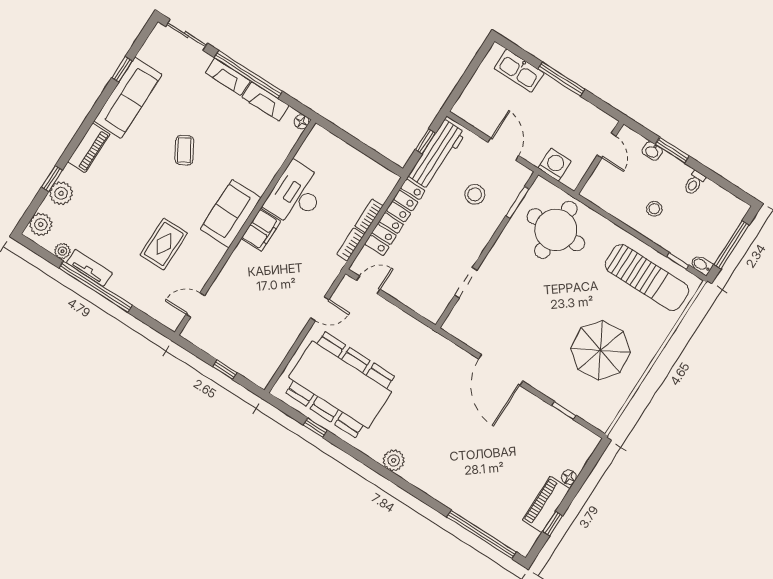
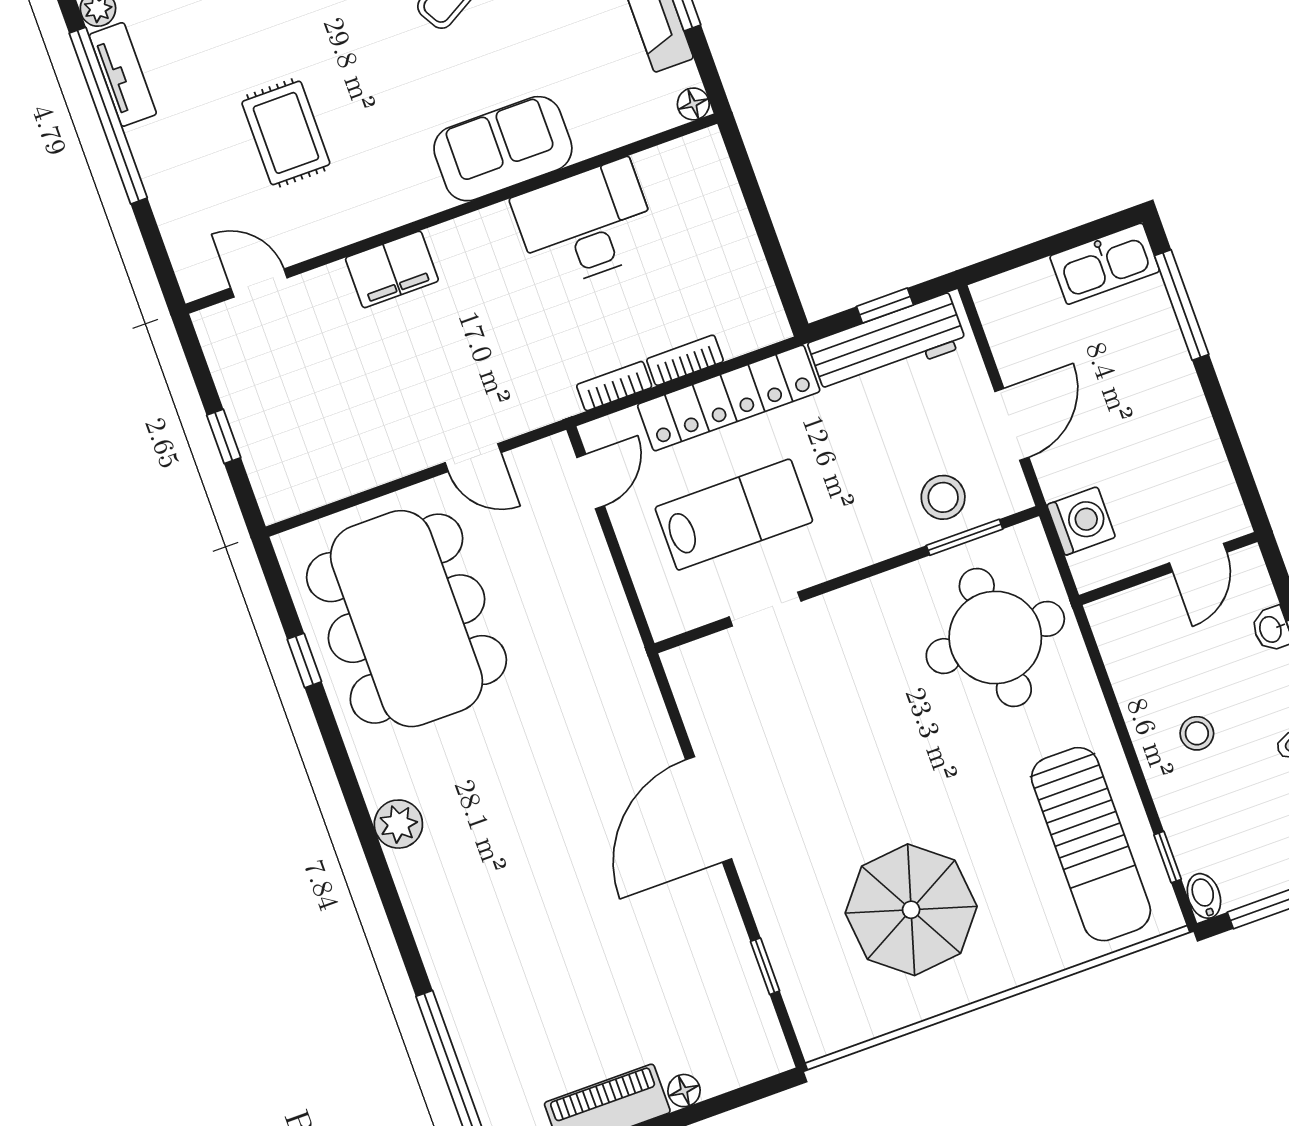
kitchen sink: (519, 71) -> (1105, 264), moved, turned -90
window: (561, 79) -> (1182, 305), moved
stool: (475, 194) -> (943, 497), moved
sofa: (231, 214) -> (503, 149), moved
filing cabinet: (261, 230) -> (392, 269), moved
rug: (164, 244) -> (286, 133), turned 90
lab bench: (429, 258) -> (734, 515), added
door: (368, 285) -> (591, 482), hinge flipped

